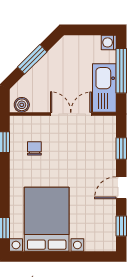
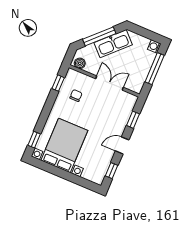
window: (32, 59) -> (99, 36), width x1.44
kitchen sink: (104, 88) -> (113, 44), moved, turned -135

